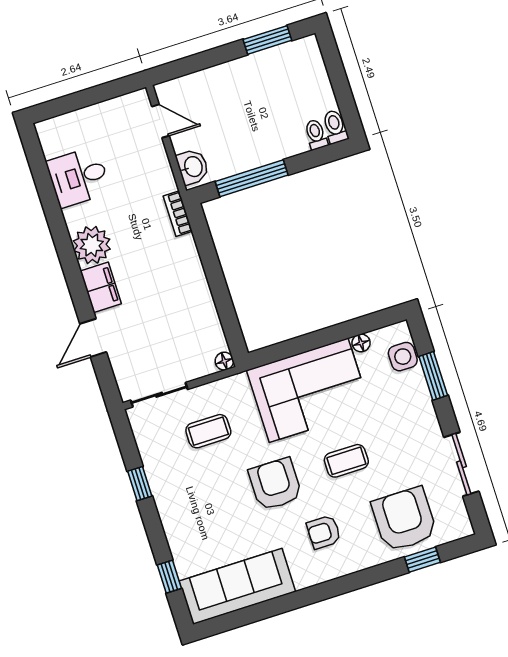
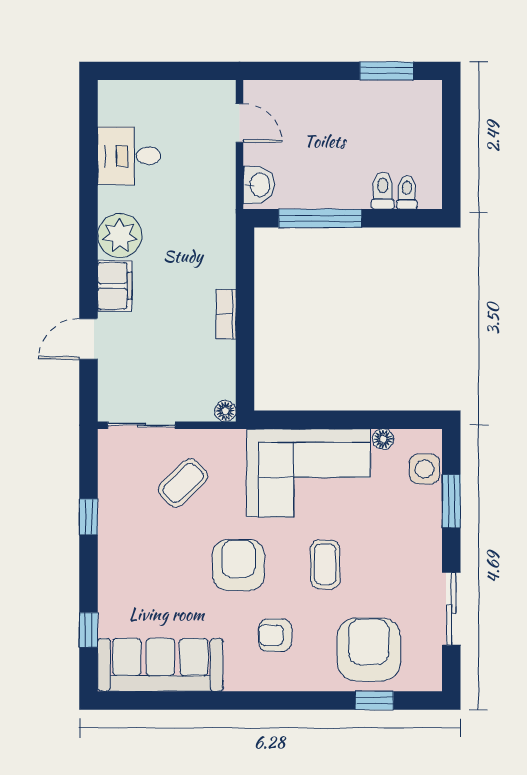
toilet: (335, 127) -> (383, 191), moved
bookcase: (178, 214) -> (226, 314), moved
coffee table: (208, 431) -> (183, 483), turned -44
coffee table: (346, 461) -> (325, 564), turned 90

